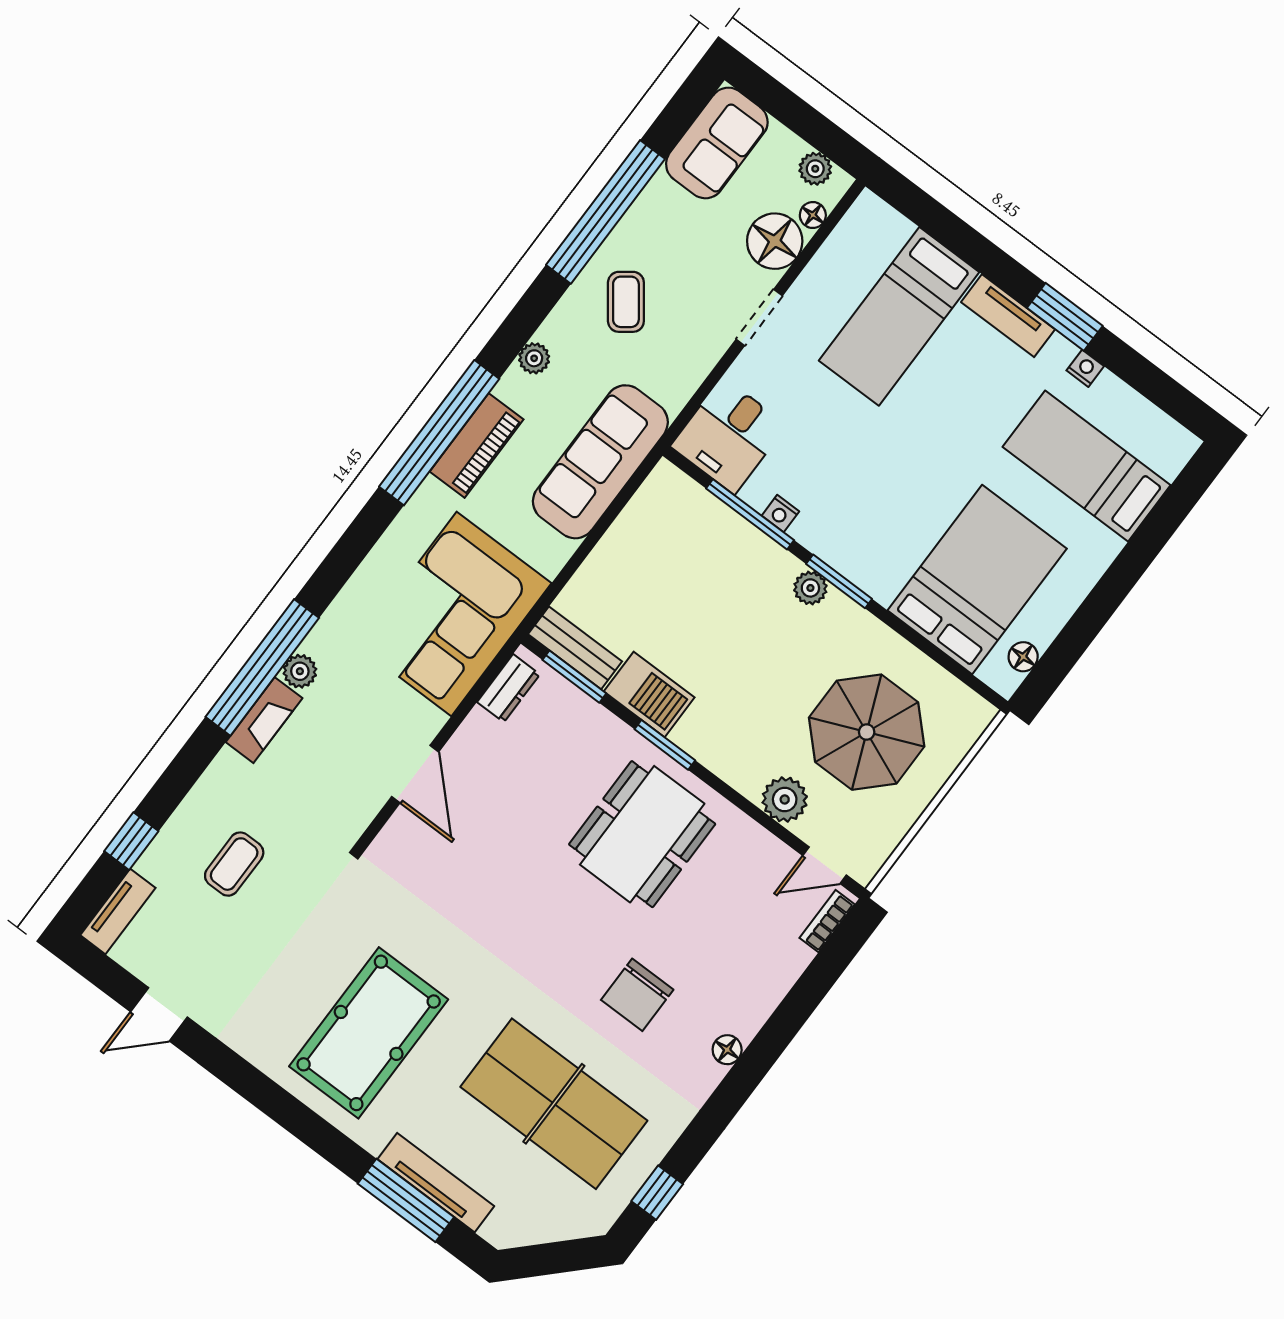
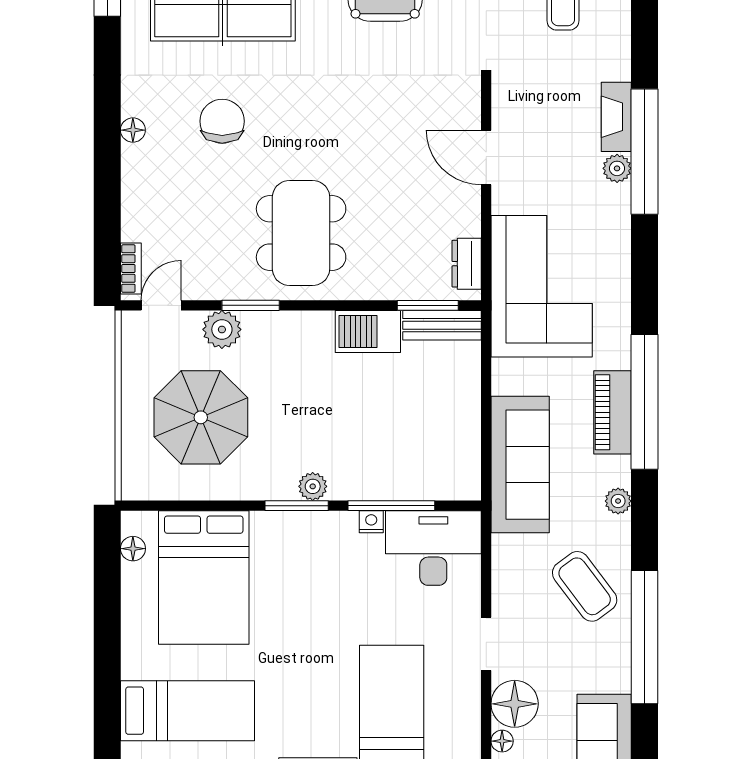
coffee table: (626, 302) -> (585, 586), width x1.36, depth x1.30
desk: (729, 436) -> (433, 548), width x1.37
window: (665, 745) -> (251, 305), moved

